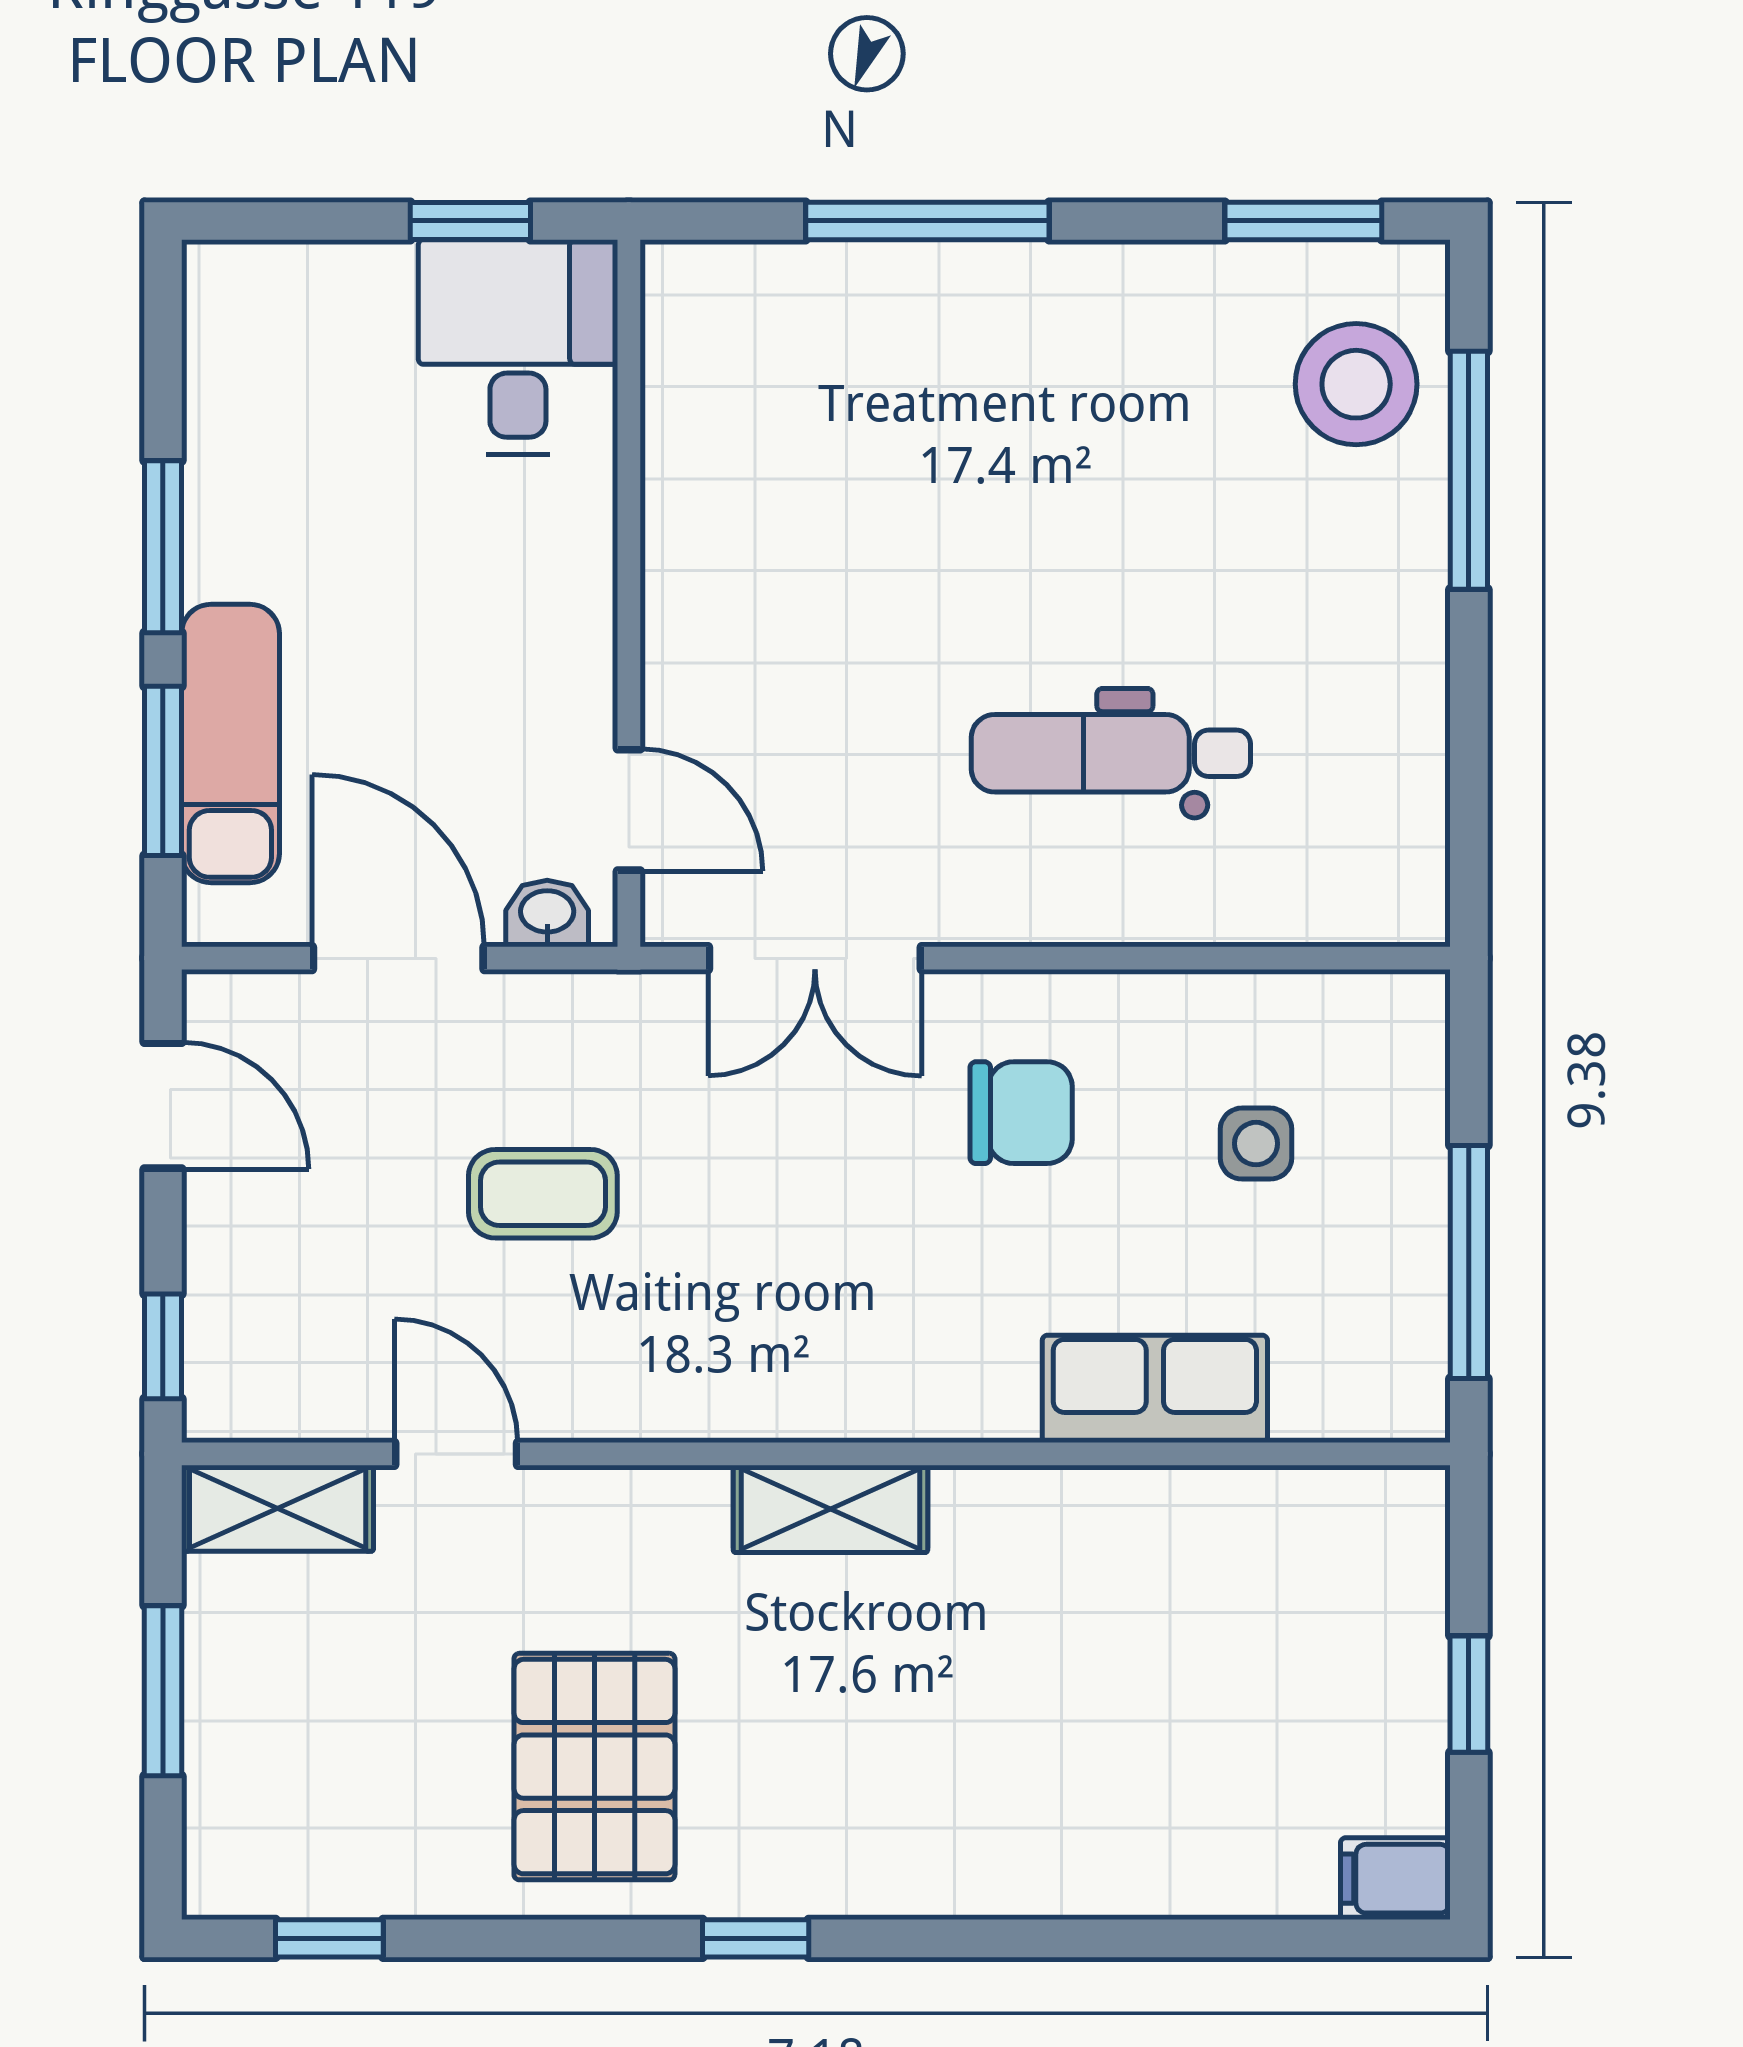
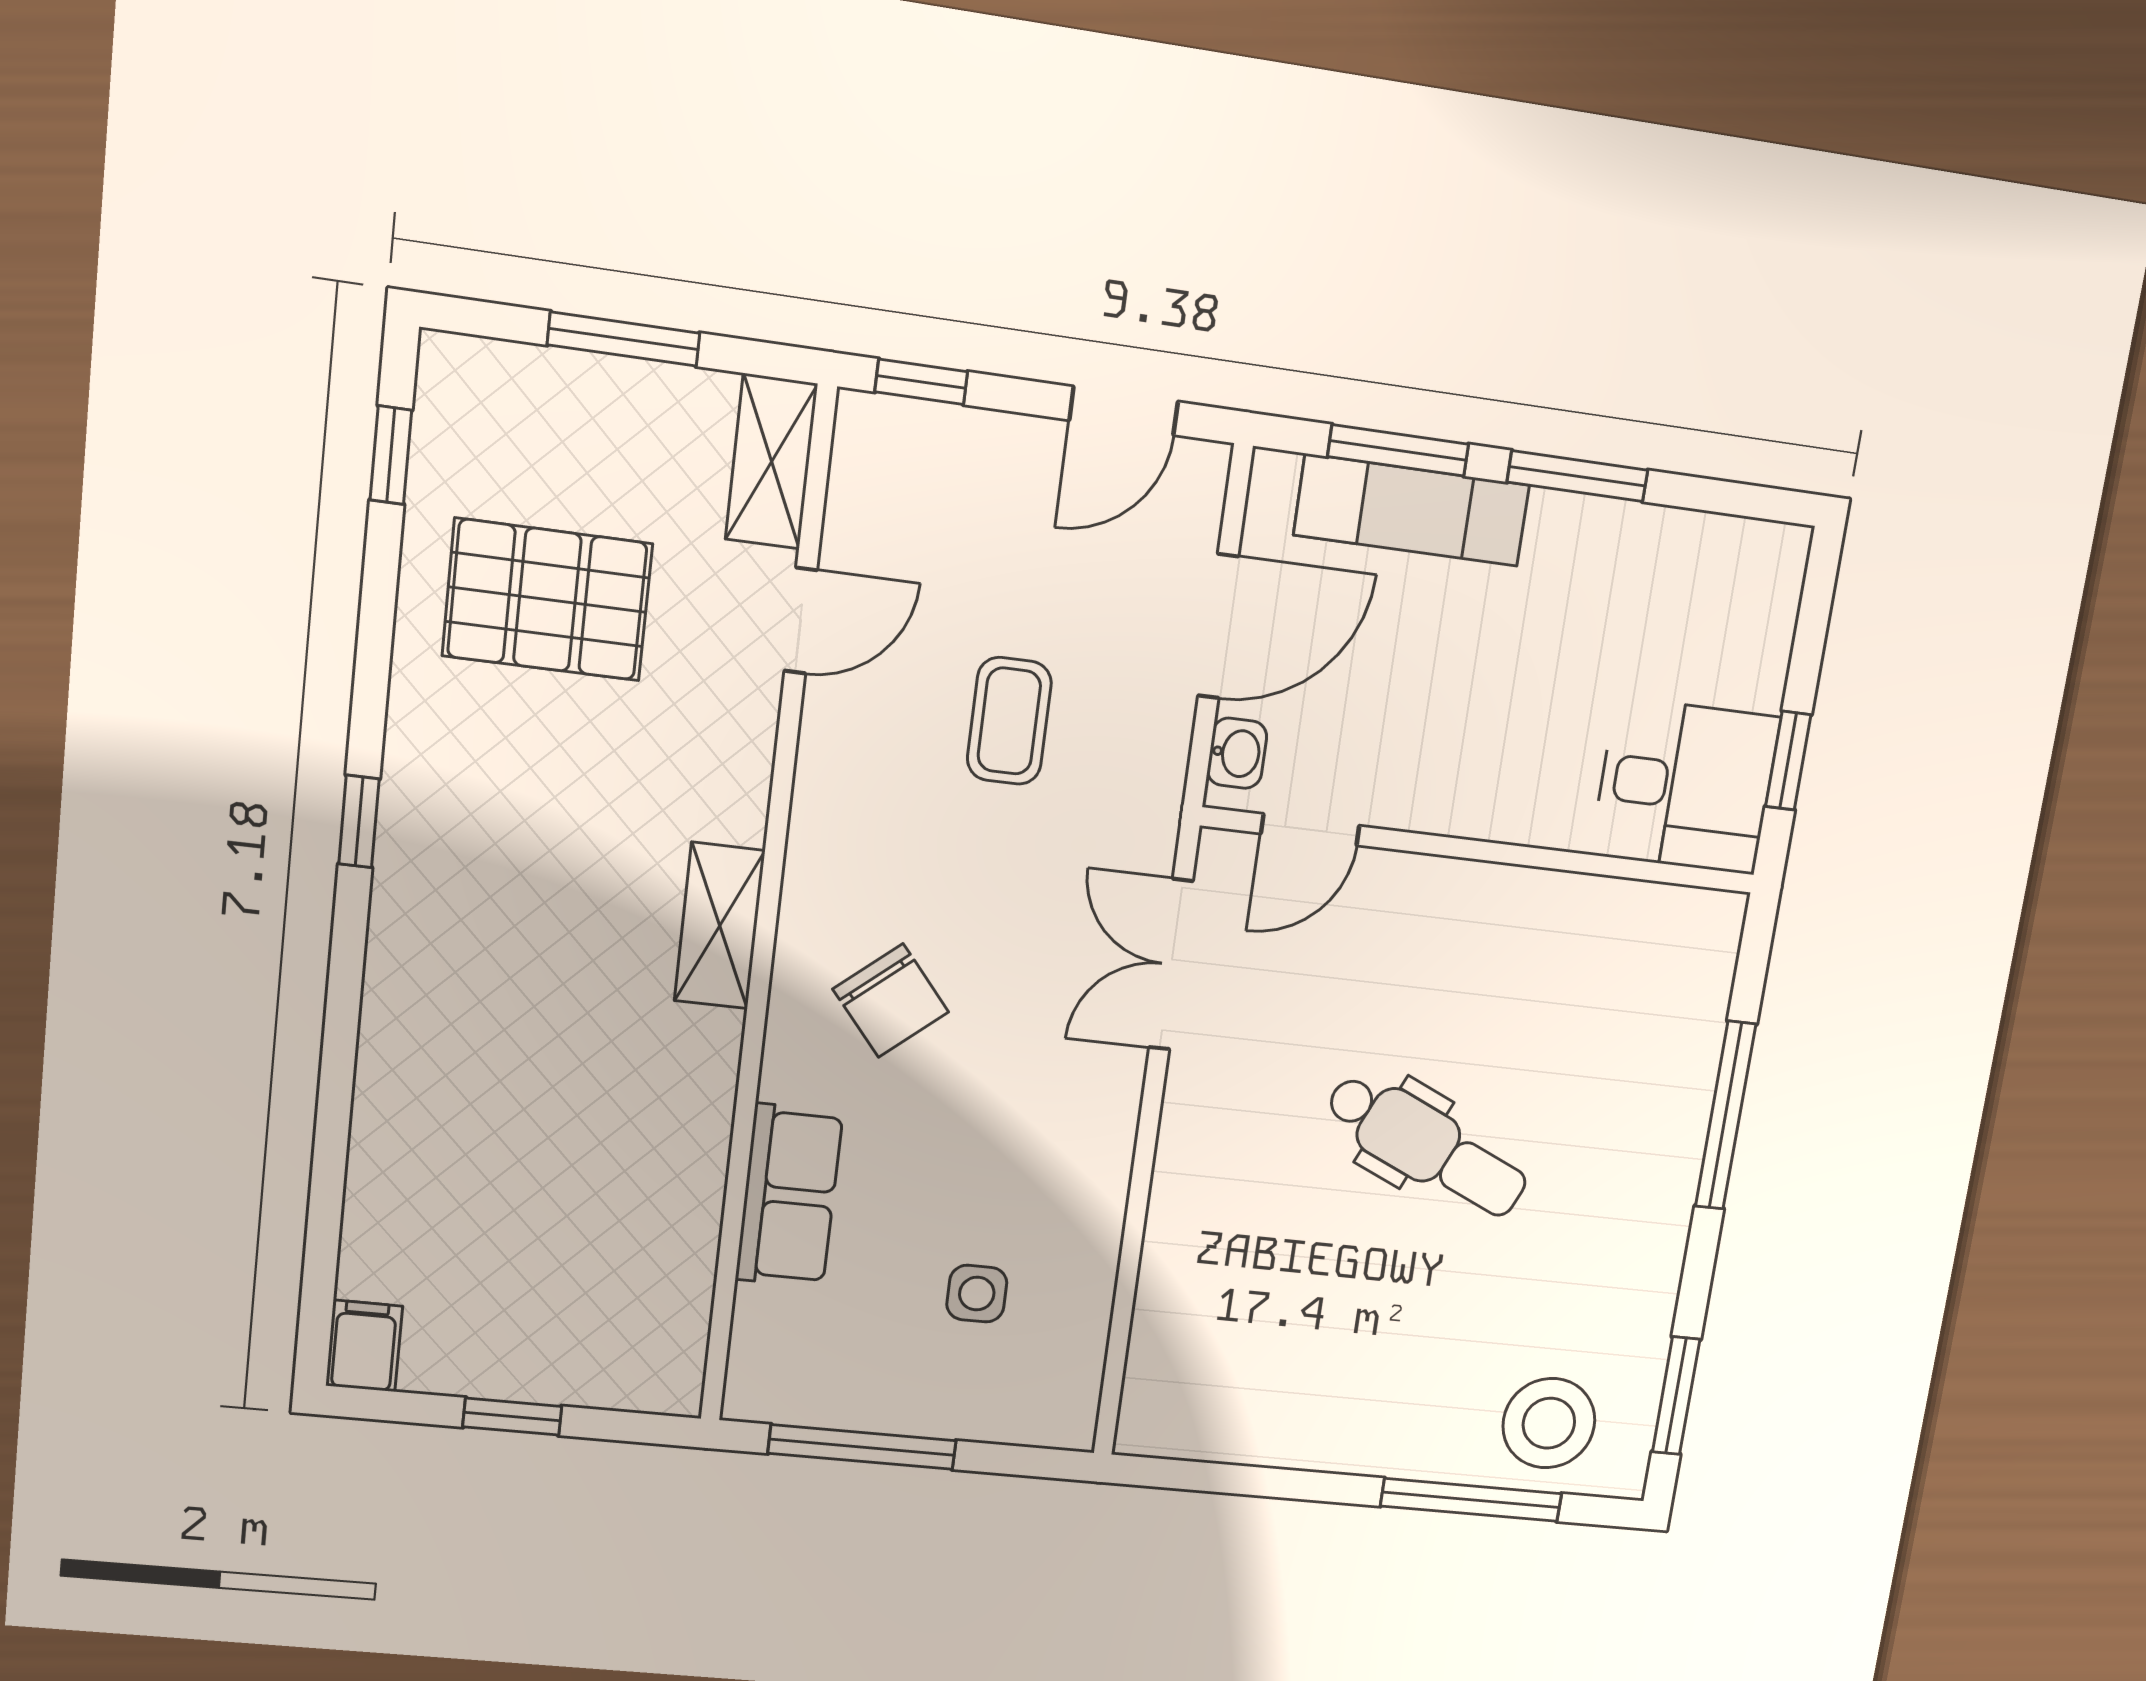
dental chair: (1111, 753) -> (1427, 1146), moved, turned 114
chair: (1021, 1113) -> (891, 1001), moved, turned -40
pallet: (594, 1767) -> (547, 600), moved

